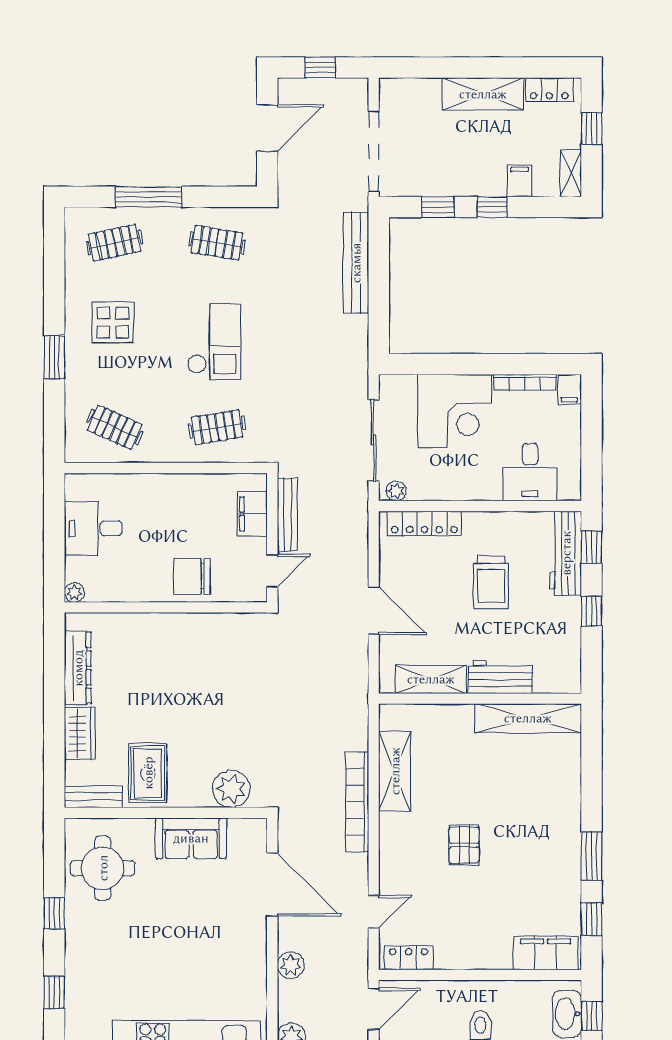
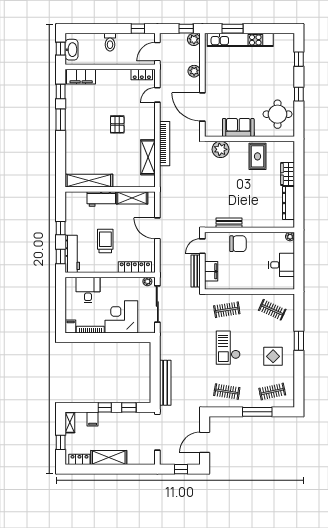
bench: (93, 797) -> (229, 223), moved

